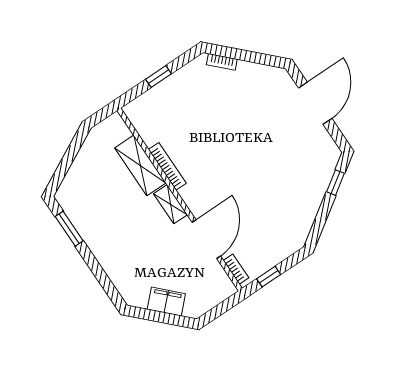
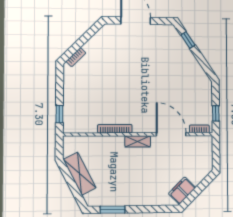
window: (159, 76) -> (59, 114), moved
shelving: (140, 165) -> (80, 174), moved, turned 63
filing cabinet: (166, 302) -> (182, 191), moved

